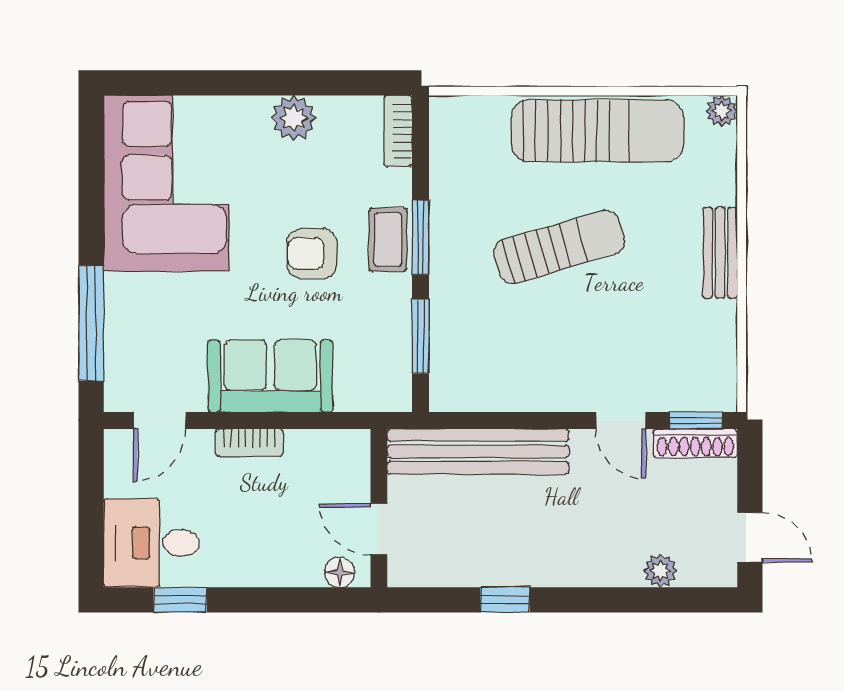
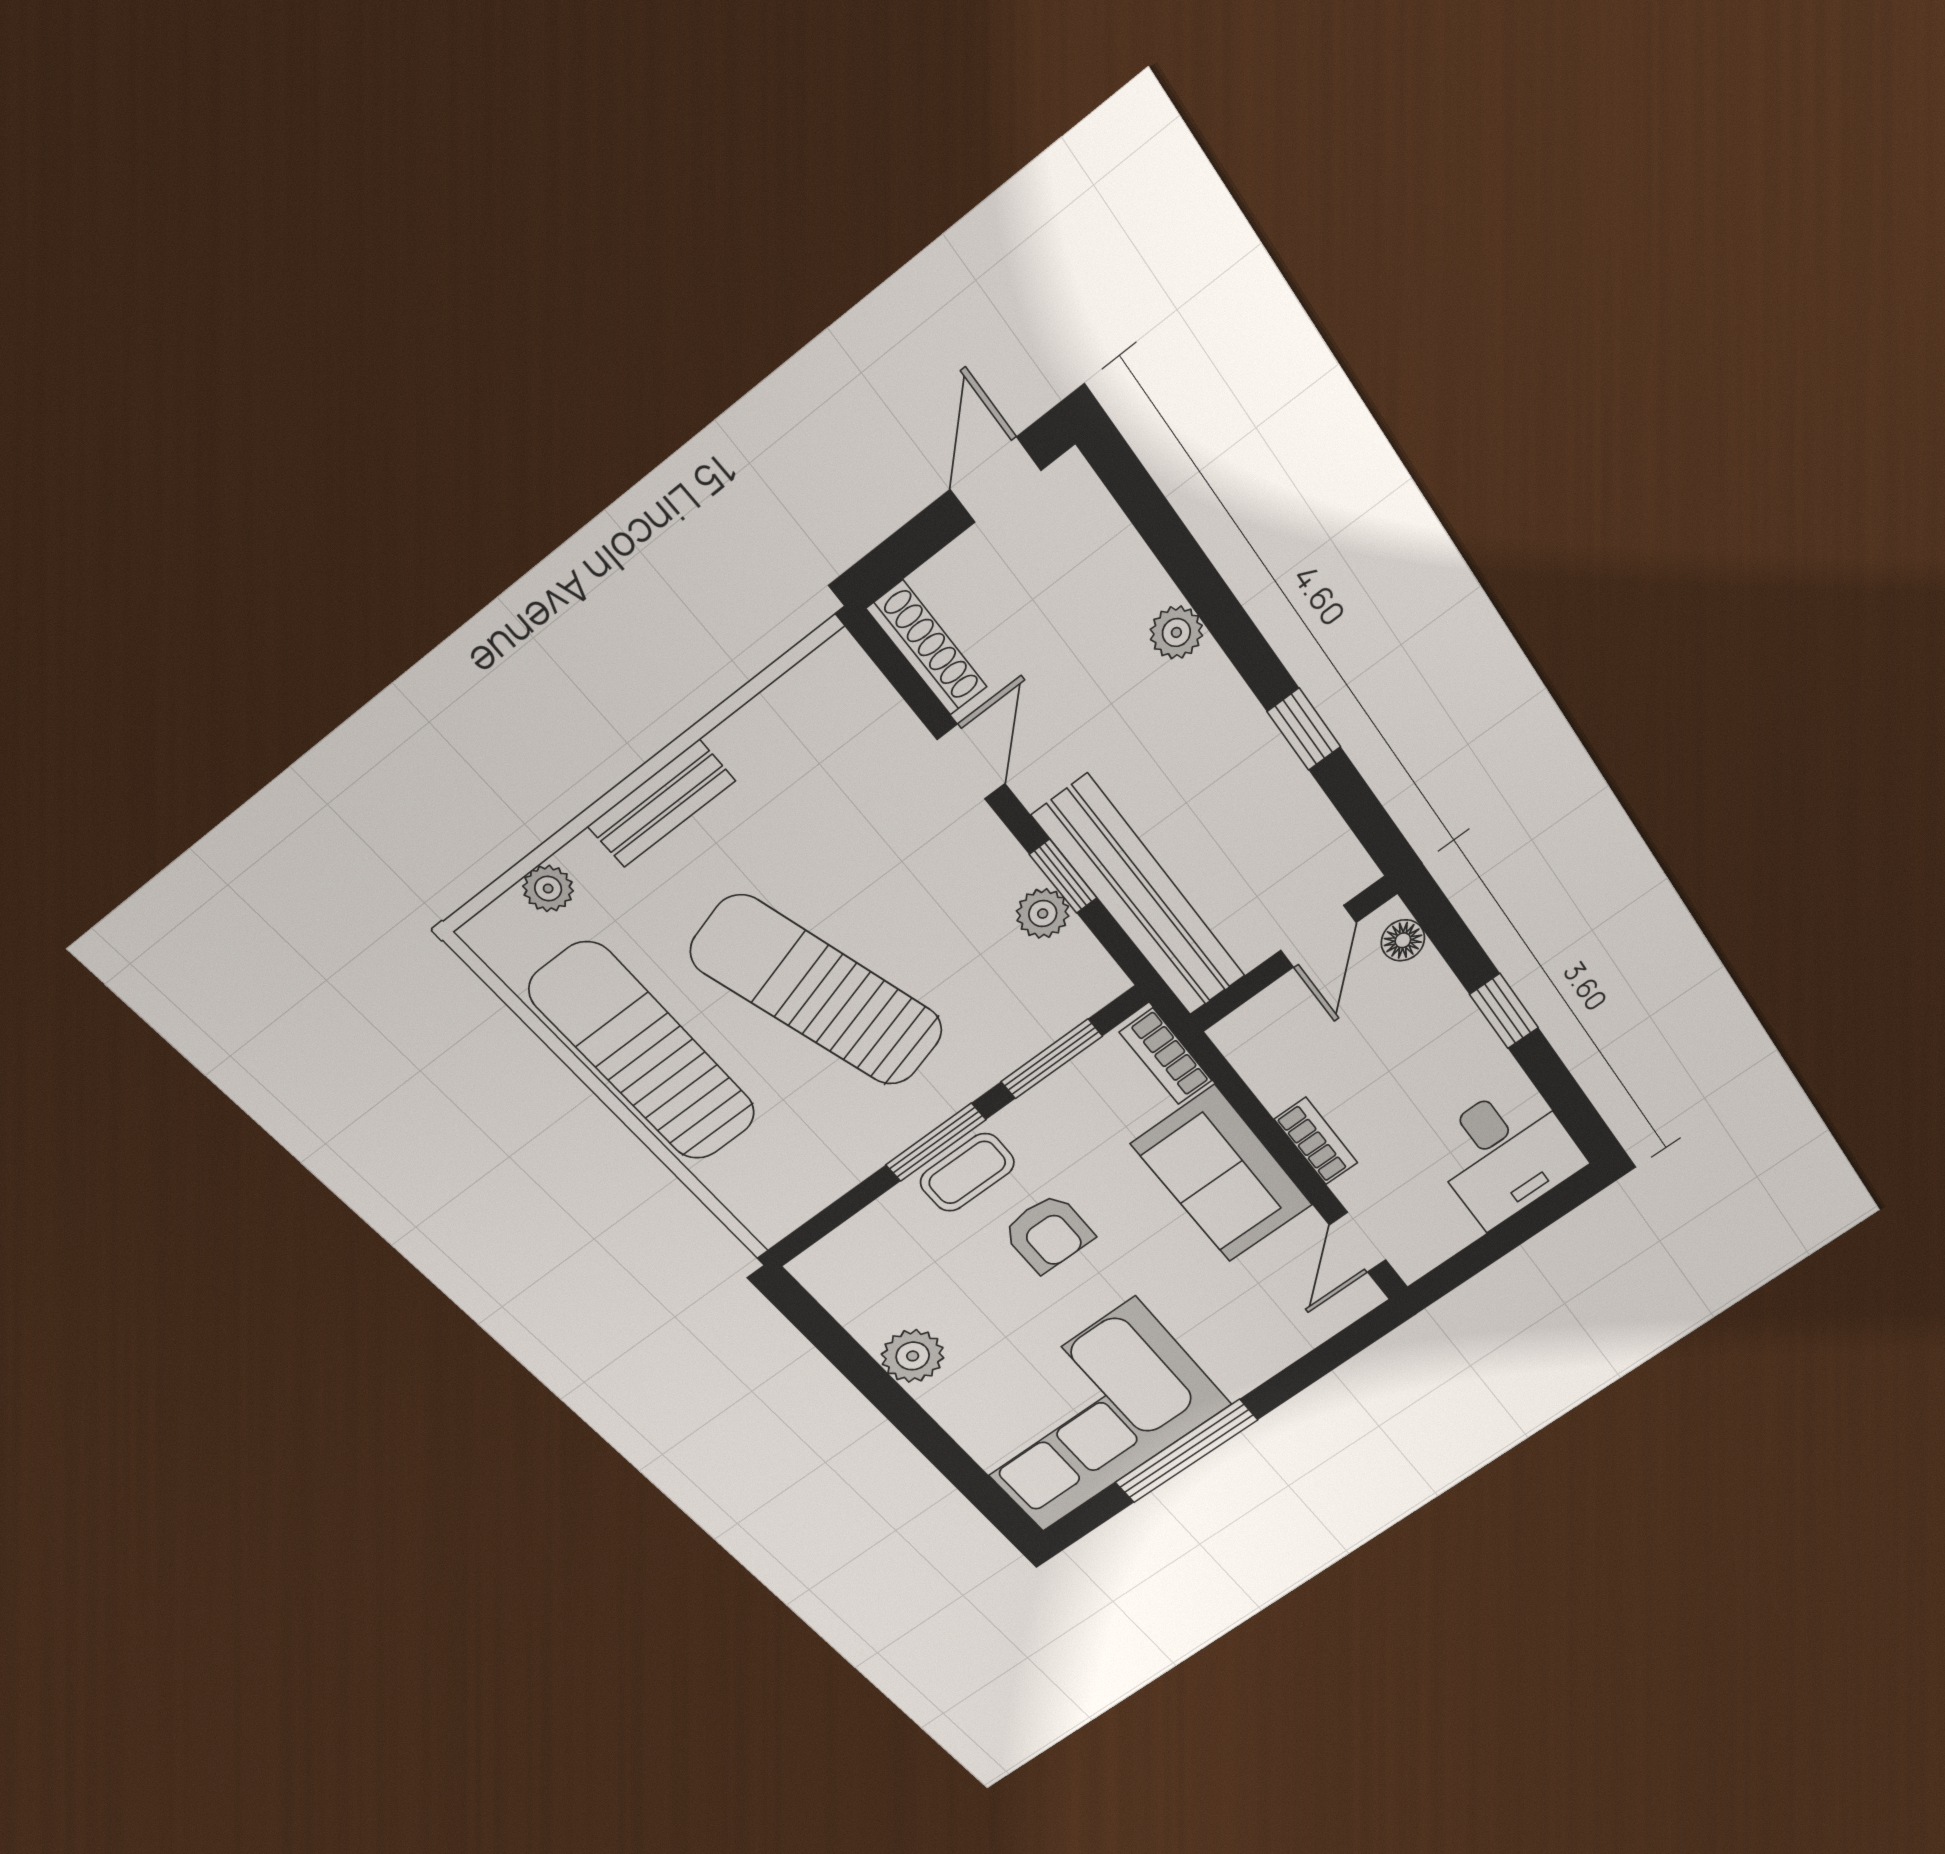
plant: (722, 111) -> (548, 889), moved
bookcase: (398, 131) -> (1166, 1056), moved, turned 90
sun lounger: (559, 247) -> (818, 992), width x1.36, depth x1.34
window: (91, 323) -> (1186, 1451), moved
plant: (509, 395) -> (1043, 914), added
door: (160, 421) -> (1358, 1242), swing flipped
window: (696, 421) -> (1063, 876), moved
plant: (660, 571) -> (1176, 632), moved
window: (180, 600) -> (1504, 1011), moved

